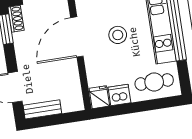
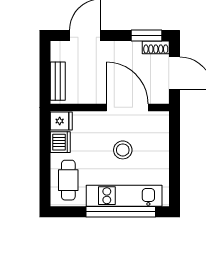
bench: (42, 109) -> (58, 81), moved

